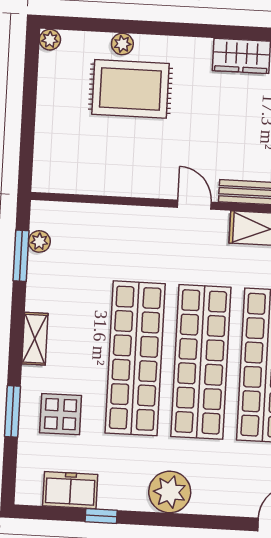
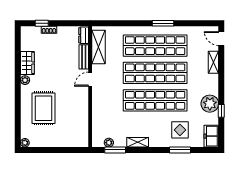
plant: (122, 44) -> (25, 80), moved
shelving: (35, 339) -> (138, 142), moved
freezer: (70, 490) -> (211, 136), moved
plant: (170, 492) -> (210, 104), moved
shelving: (219, 503) -> (213, 62), added

